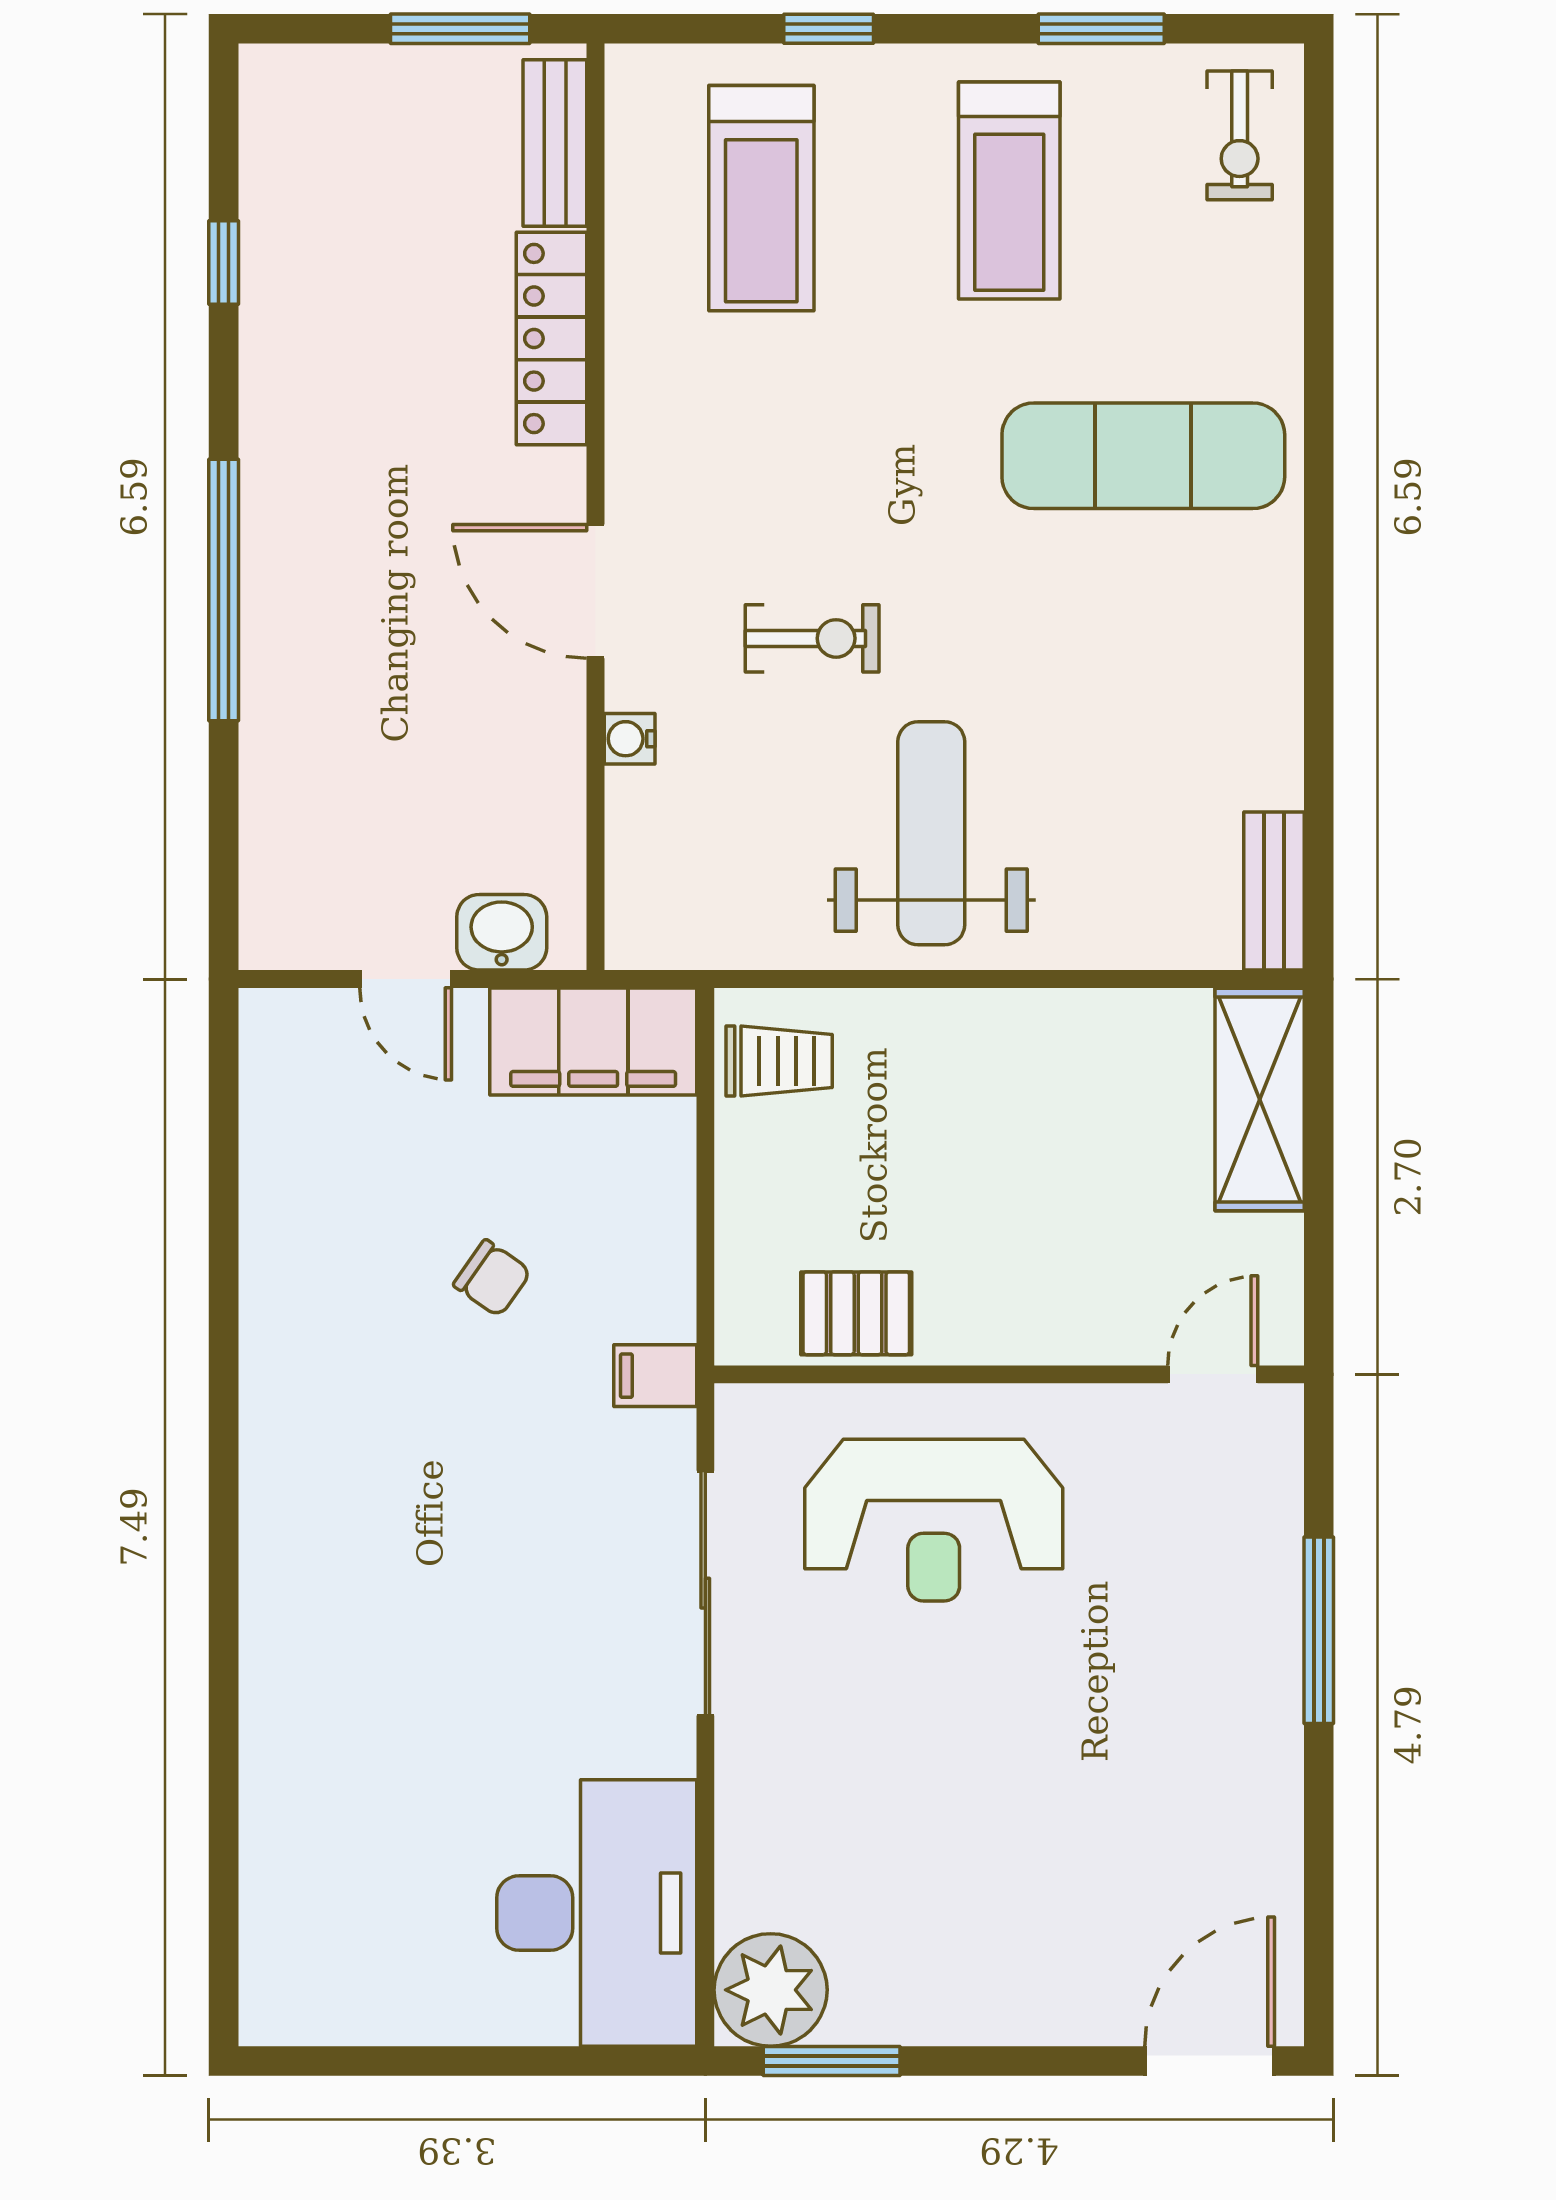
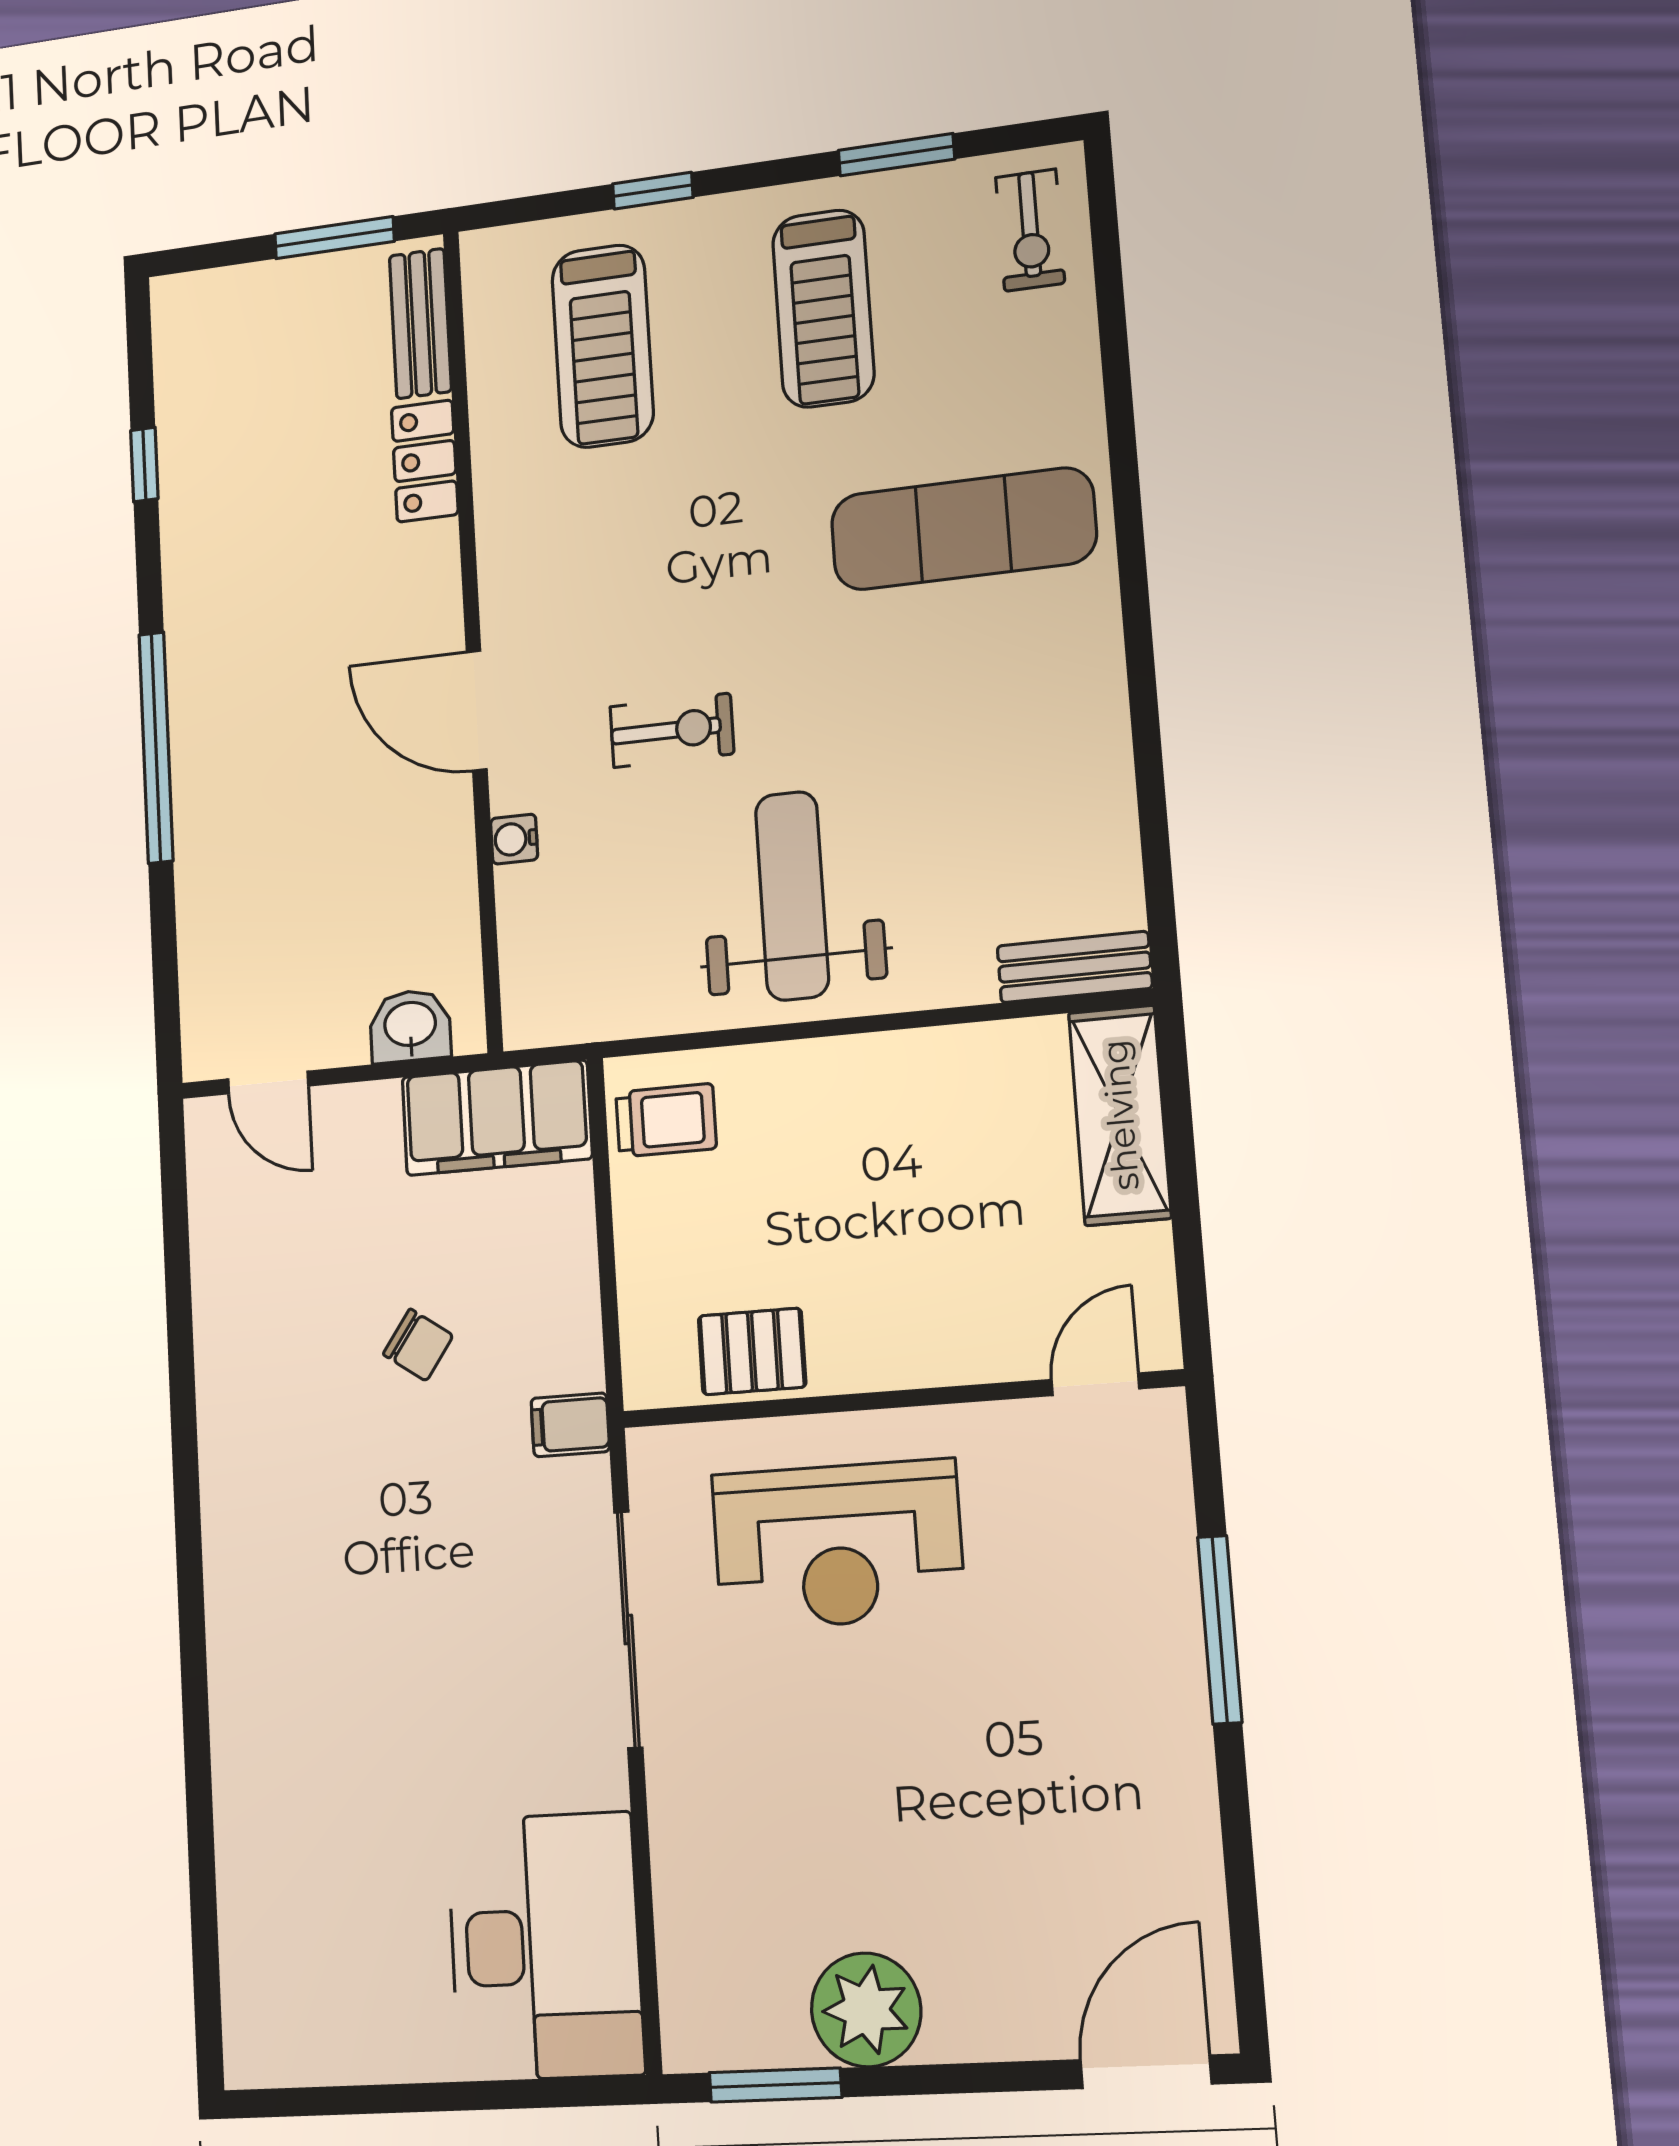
locker: (552, 339) -> (425, 461), width x0.66
bench: (1274, 891) -> (1075, 967), moved, turned 90
door: (406, 979) -> (268, 1082), moved
plant: (771, 1990) -> (866, 2010), moved

